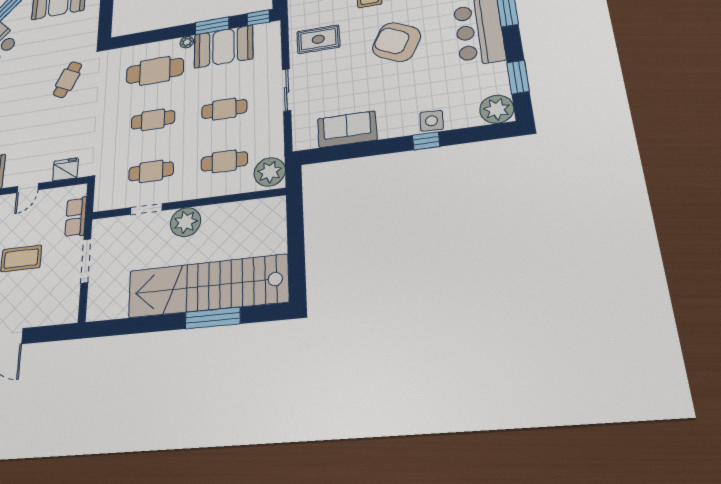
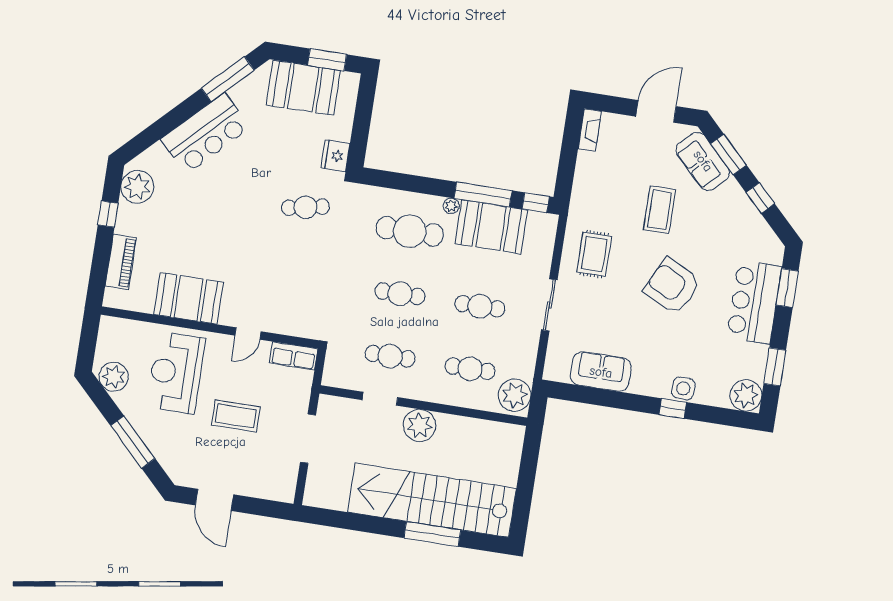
window: (212, 26) -> (483, 194), width x1.44
rug: (318, 39) -> (594, 254), turned 90
cafe table: (68, 80) -> (305, 207), turned 53
fridge: (65, 169) -> (335, 156), moved, turned -90
row of seats: (76, 217) -> (294, 356), moved, turned -90

